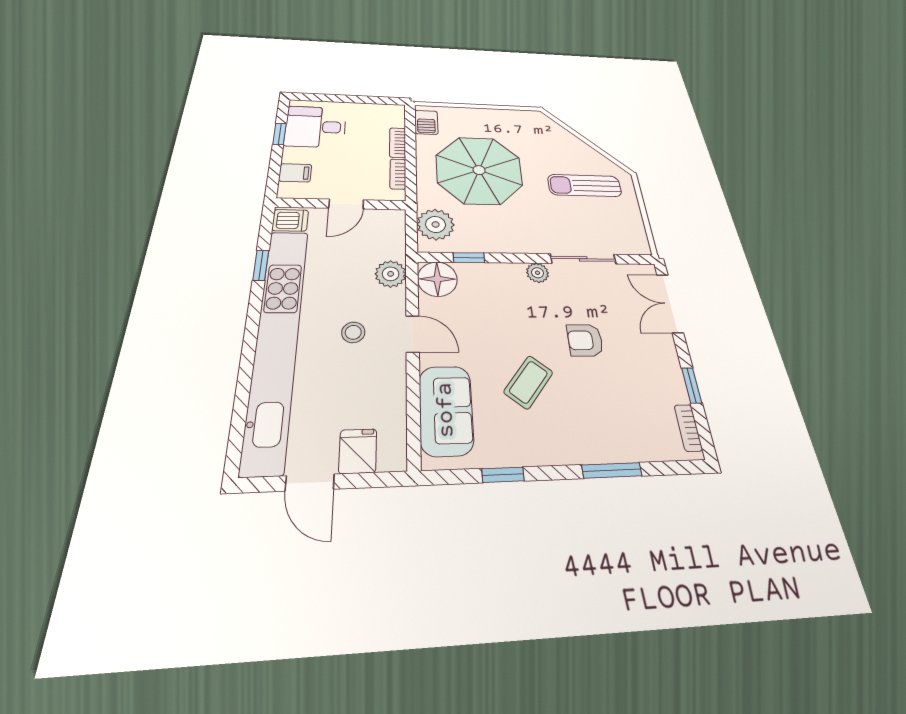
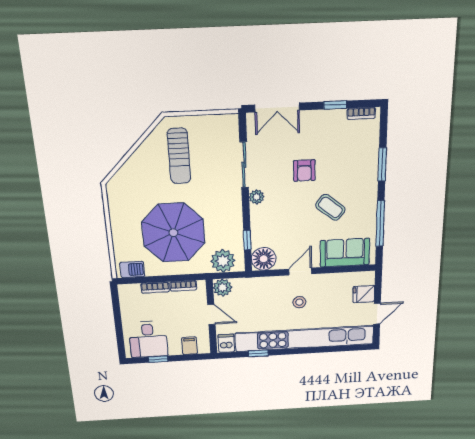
plant: (391, 274) -> (223, 288), moved
window: (503, 475) -> (380, 224), width x2.17

